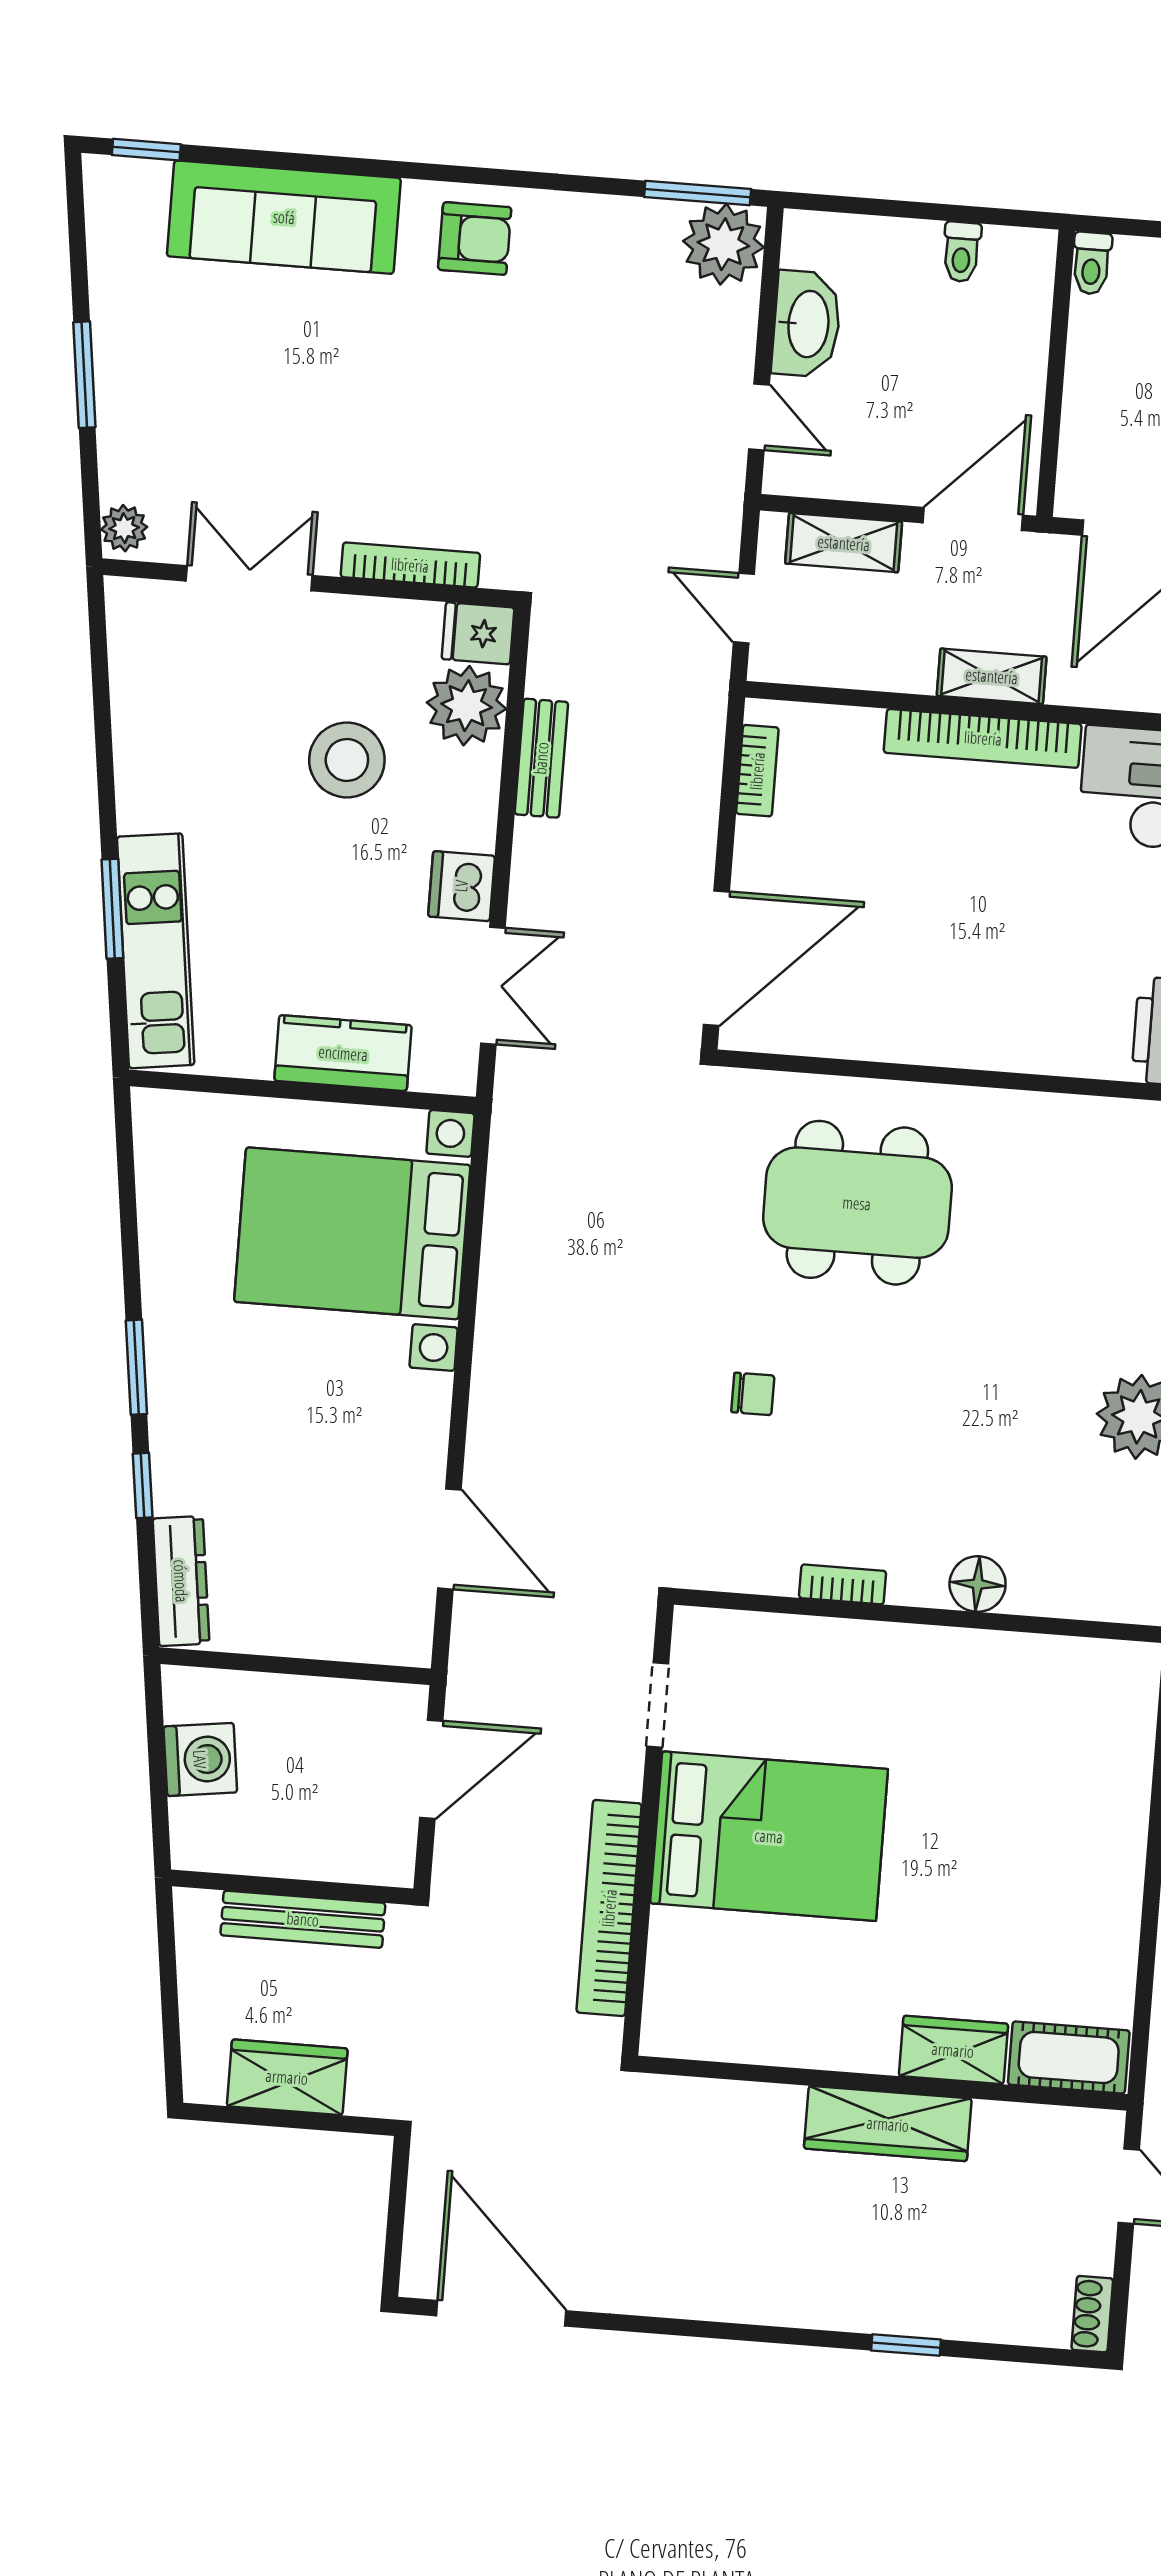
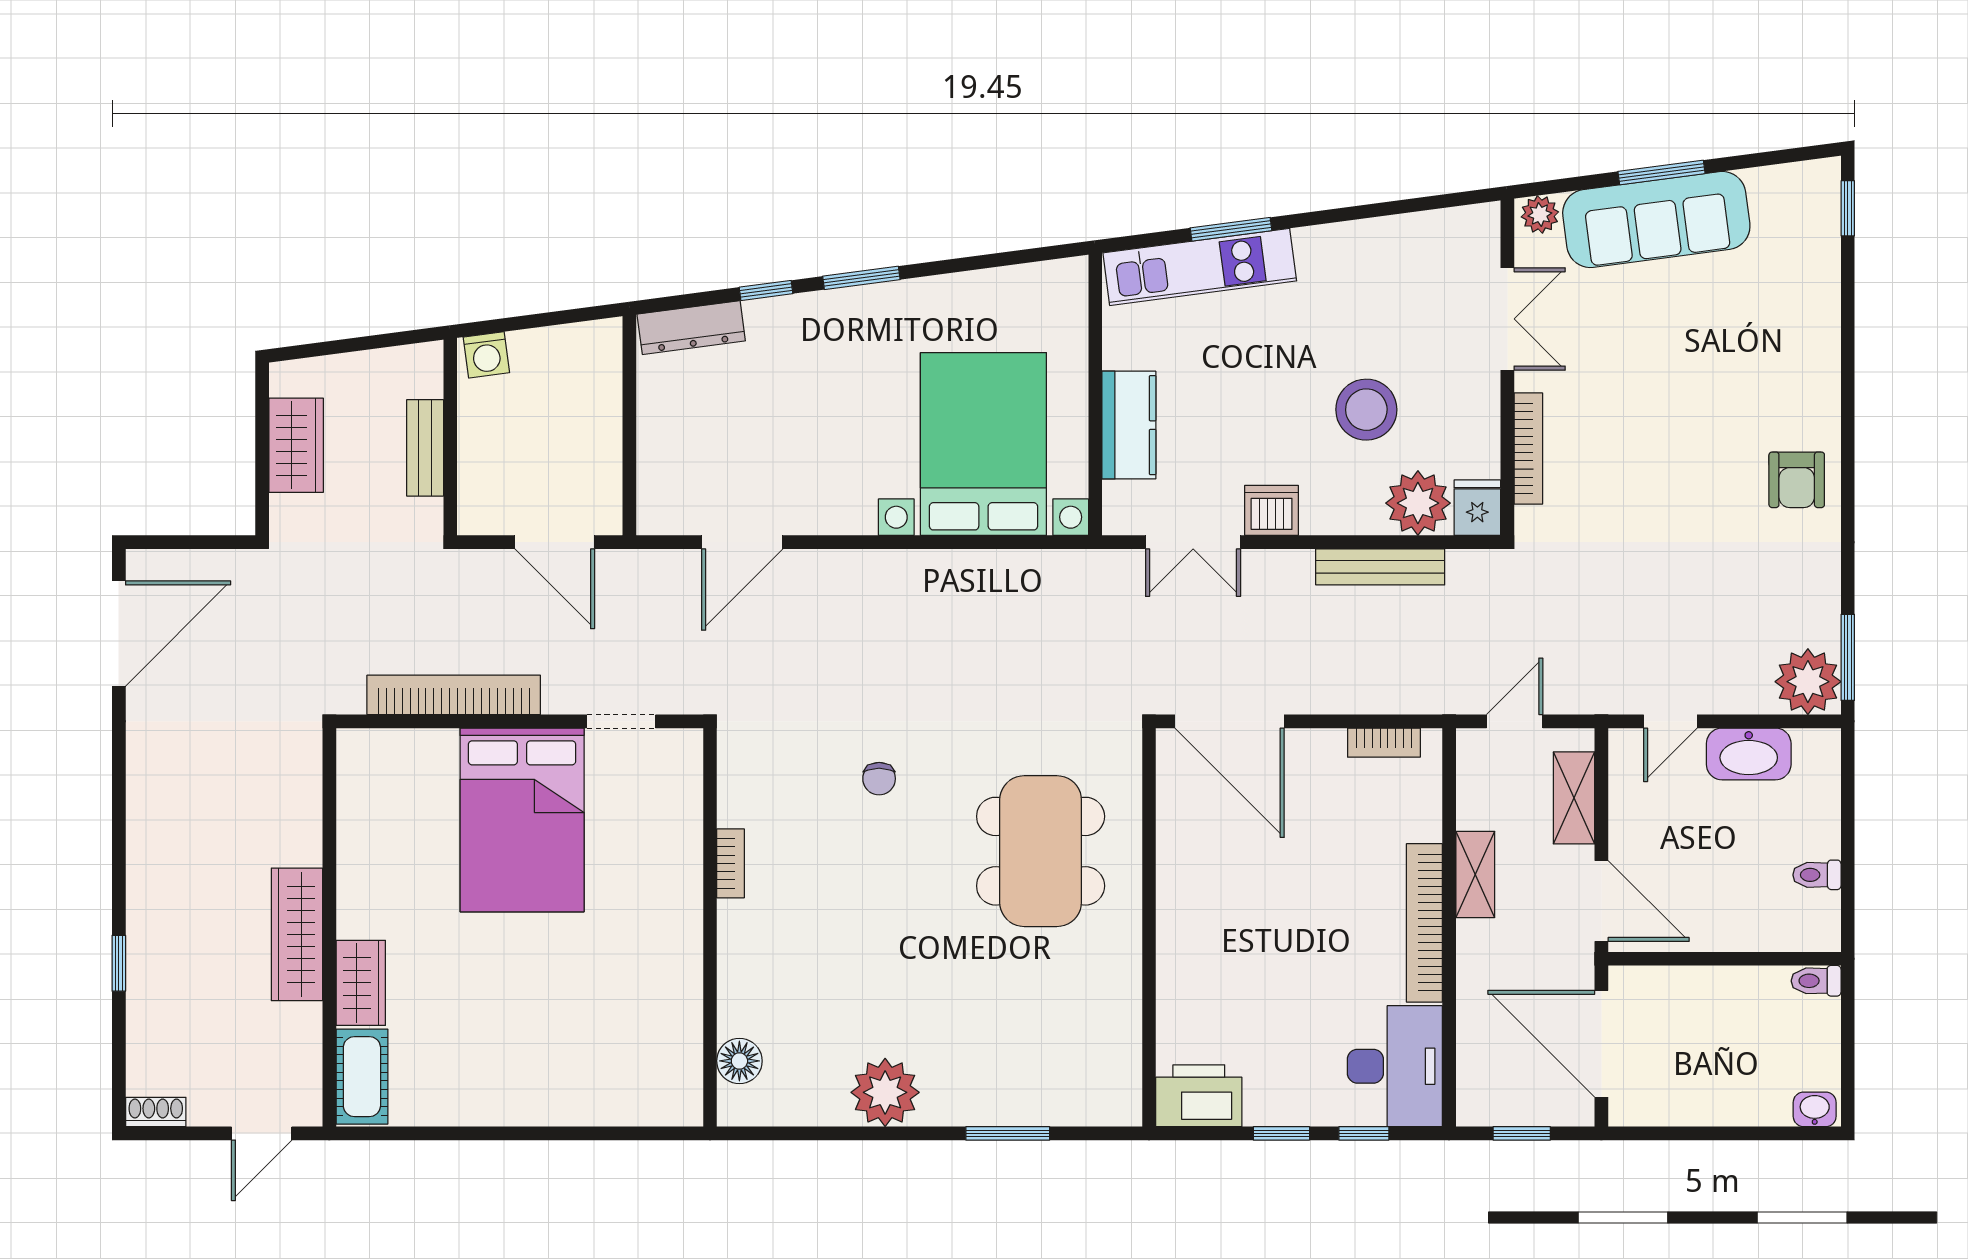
sofa: (284, 217) -> (1656, 220), moved, turned -98
shelving: (992, 676) -> (1475, 874), moved
bench: (541, 758) -> (1380, 567), width x1.36
floor lamp: (978, 1584) -> (739, 1061), moved
washing machine: (200, 1759) -> (486, 355), moved, width x0.73, depth x0.73
bench: (303, 1919) -> (425, 448), width x0.73

